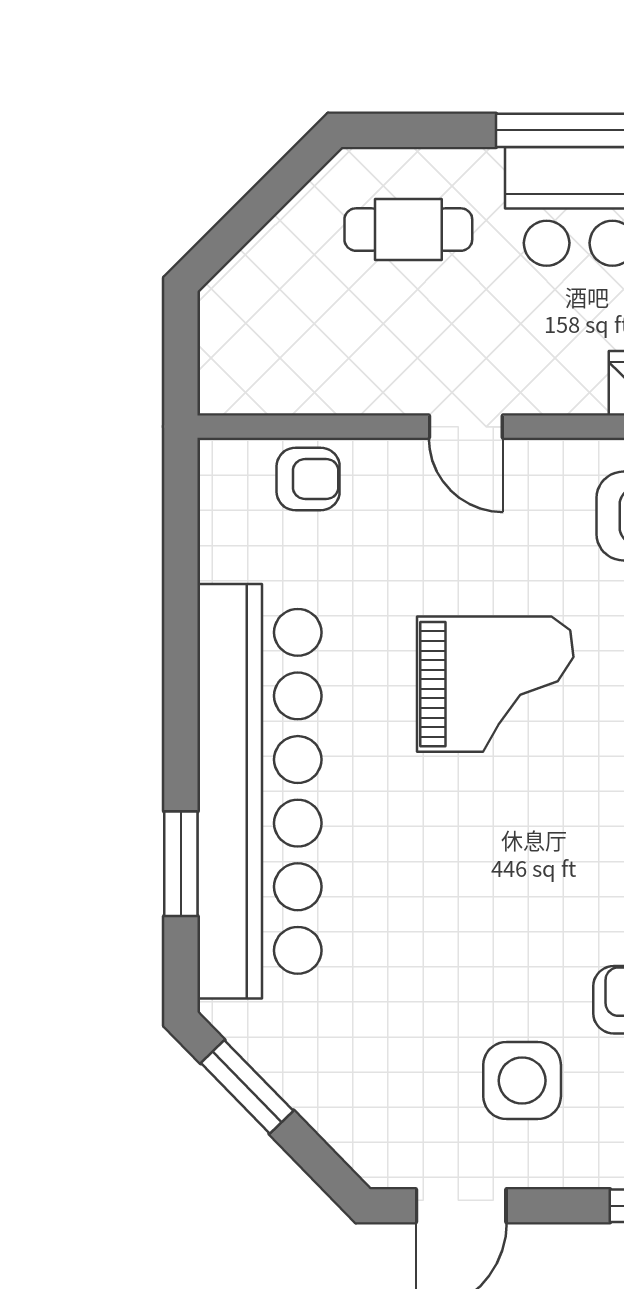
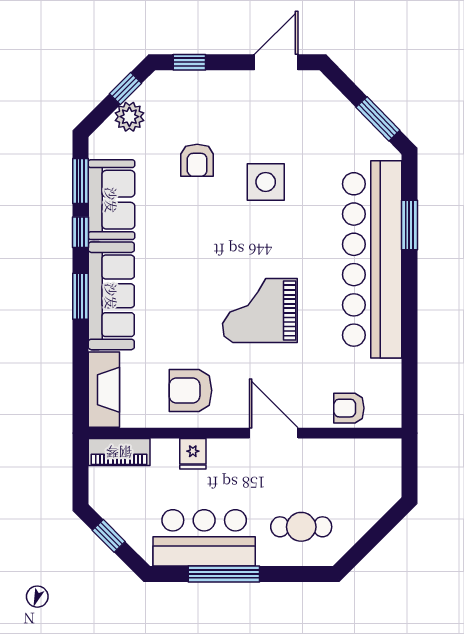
door: (466, 427) -> (274, 433), width x1.38
side table: (522, 1081) -> (266, 182), moved

